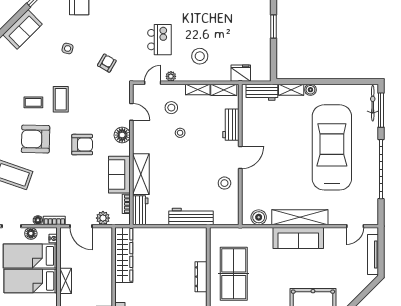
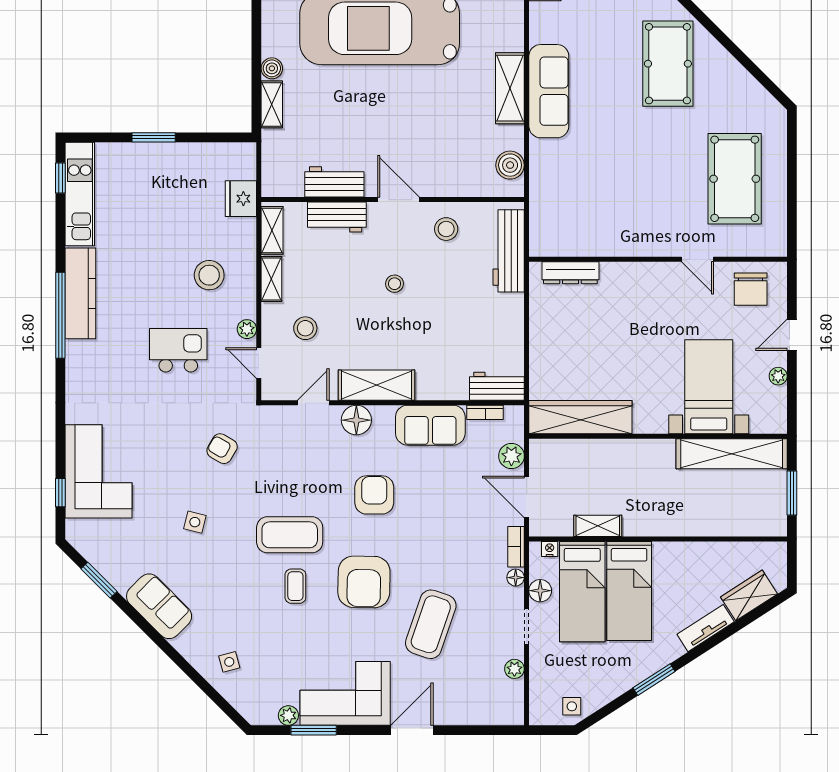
workbench: (262, 92) -> (334, 182), moved, turned -90
coffee table: (61, 99) -> (290, 535), width x1.36, depth x1.32
stool: (180, 133) -> (394, 284), moved
shelving: (141, 174) -> (377, 385), moved
workbench: (191, 217) -> (509, 251), moved
shelving: (300, 217) -> (510, 88), width x0.68
door: (81, 226) -> (527, 497), swing flipped
table tennis table: (234, 274) -> (616, 212), removed
dresser: (201, 277) -> (570, 273), moved
shelving: (66, 281) -> (598, 526), moved

